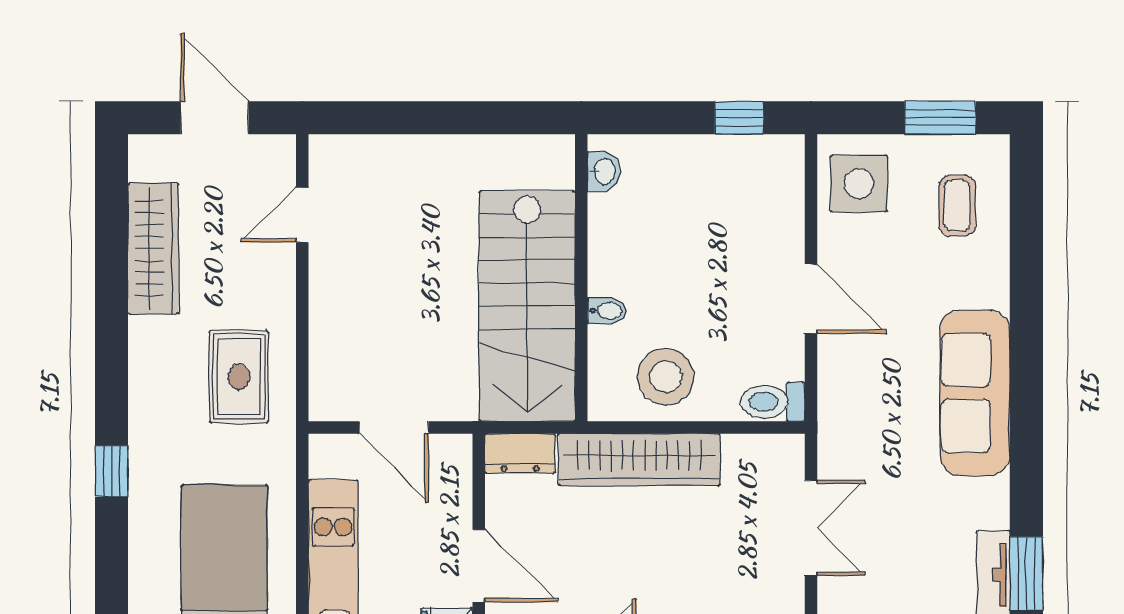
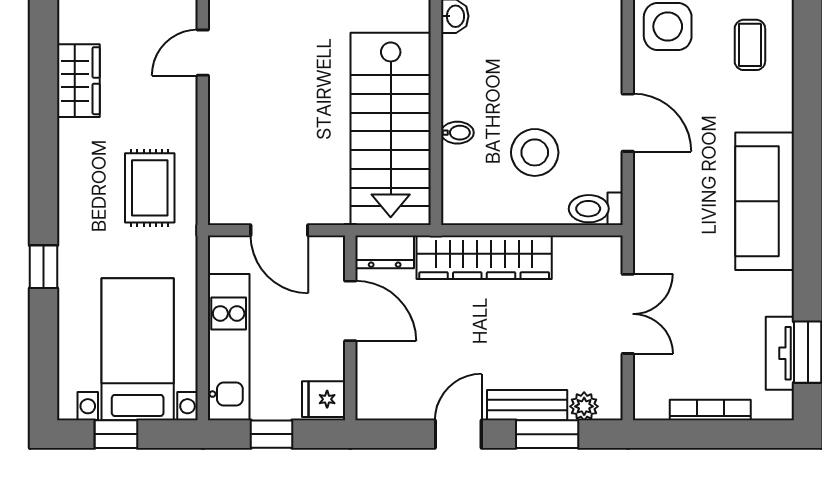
wardrobe: (153, 248) -> (78, 81), width x0.67
stool: (666, 377) -> (535, 152), moved
door: (479, 566) -> (350, 311), moved

